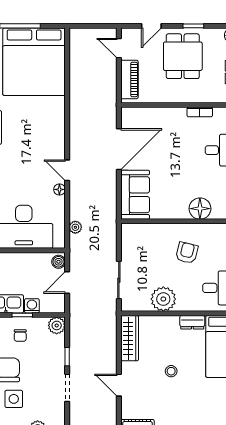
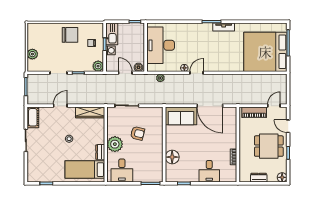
armchair: (187, 253) -> (138, 133), moved
plant: (163, 299) -> (115, 144), moved
side table: (14, 399) -> (51, 39), removed

